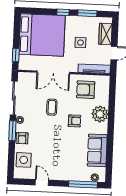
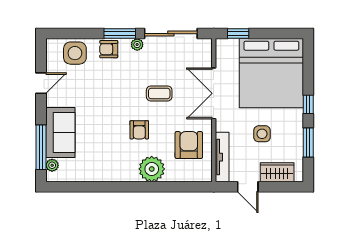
sofa: (97, 150) -> (60, 132), moved, turned 90

